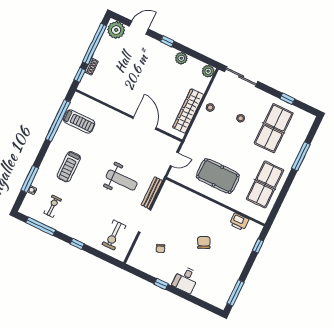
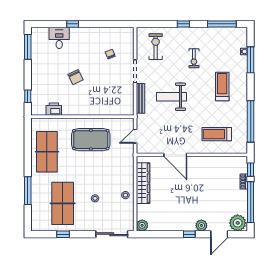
plant: (181, 58) -> (201, 225), moved
treadmill: (79, 121) -> (217, 134), moved
exercise bike: (53, 206) -> (194, 58), moved
desk: (186, 280) -> (59, 38), moved
window: (161, 284) -> (73, 24), moved

